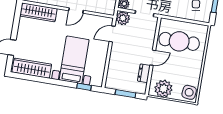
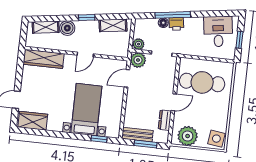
wardrobe: (32, 68) -> (33, 121), width x0.67
bench: (119, 85) -> (137, 135), added

